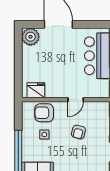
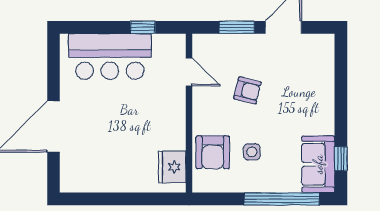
plant: (30, 37) -> (76, 177), removed
door: (76, 100) -> (189, 72), moved

